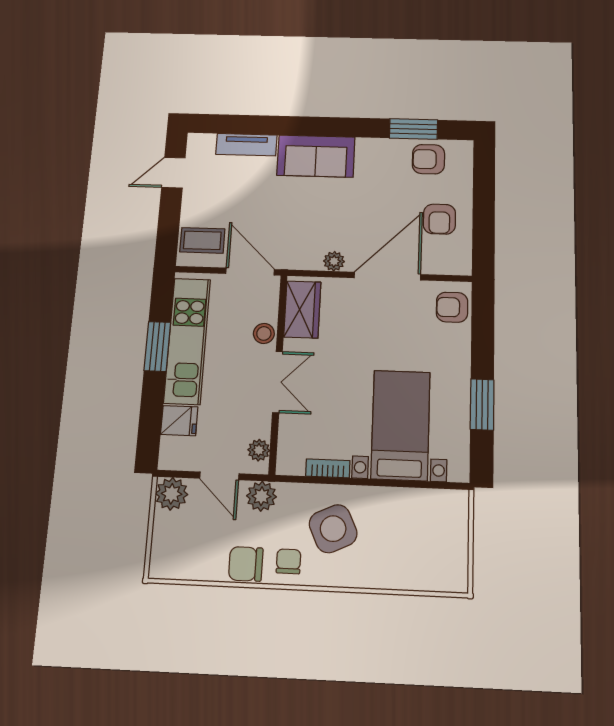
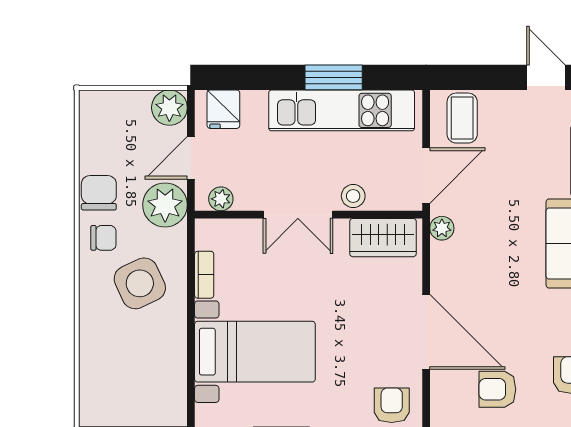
plant: (334, 261) -> (442, 228), moved
fridge: (179, 421) -> (223, 109), moved
plant: (261, 496) -> (165, 205), width x1.36, depth x1.36

